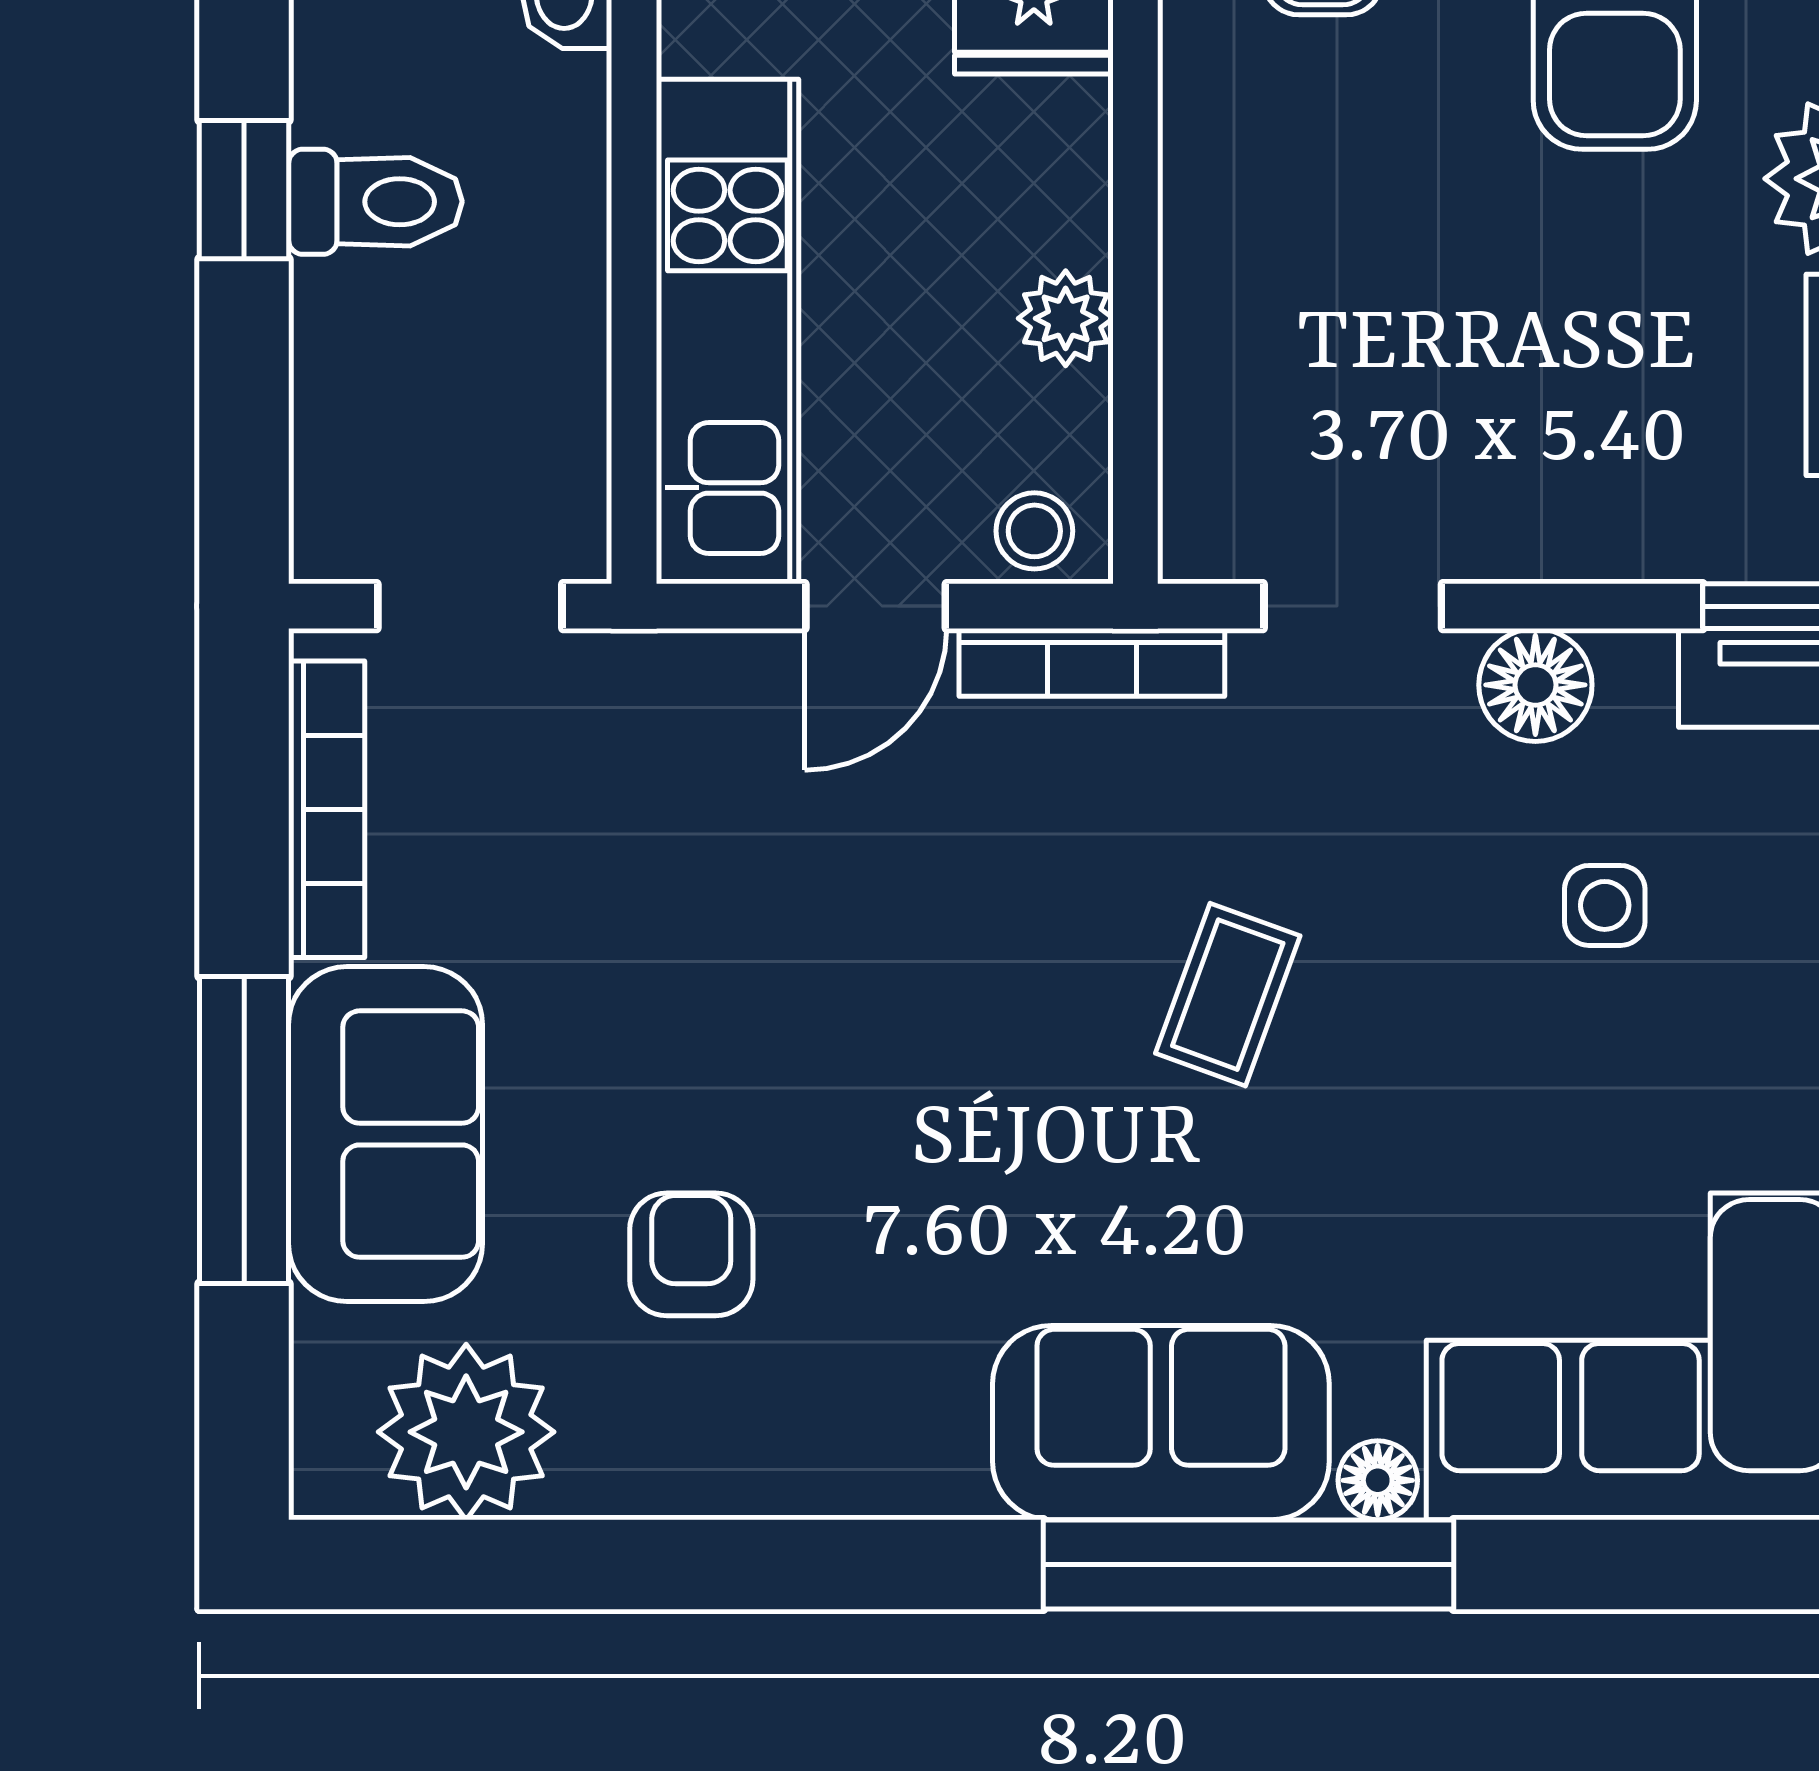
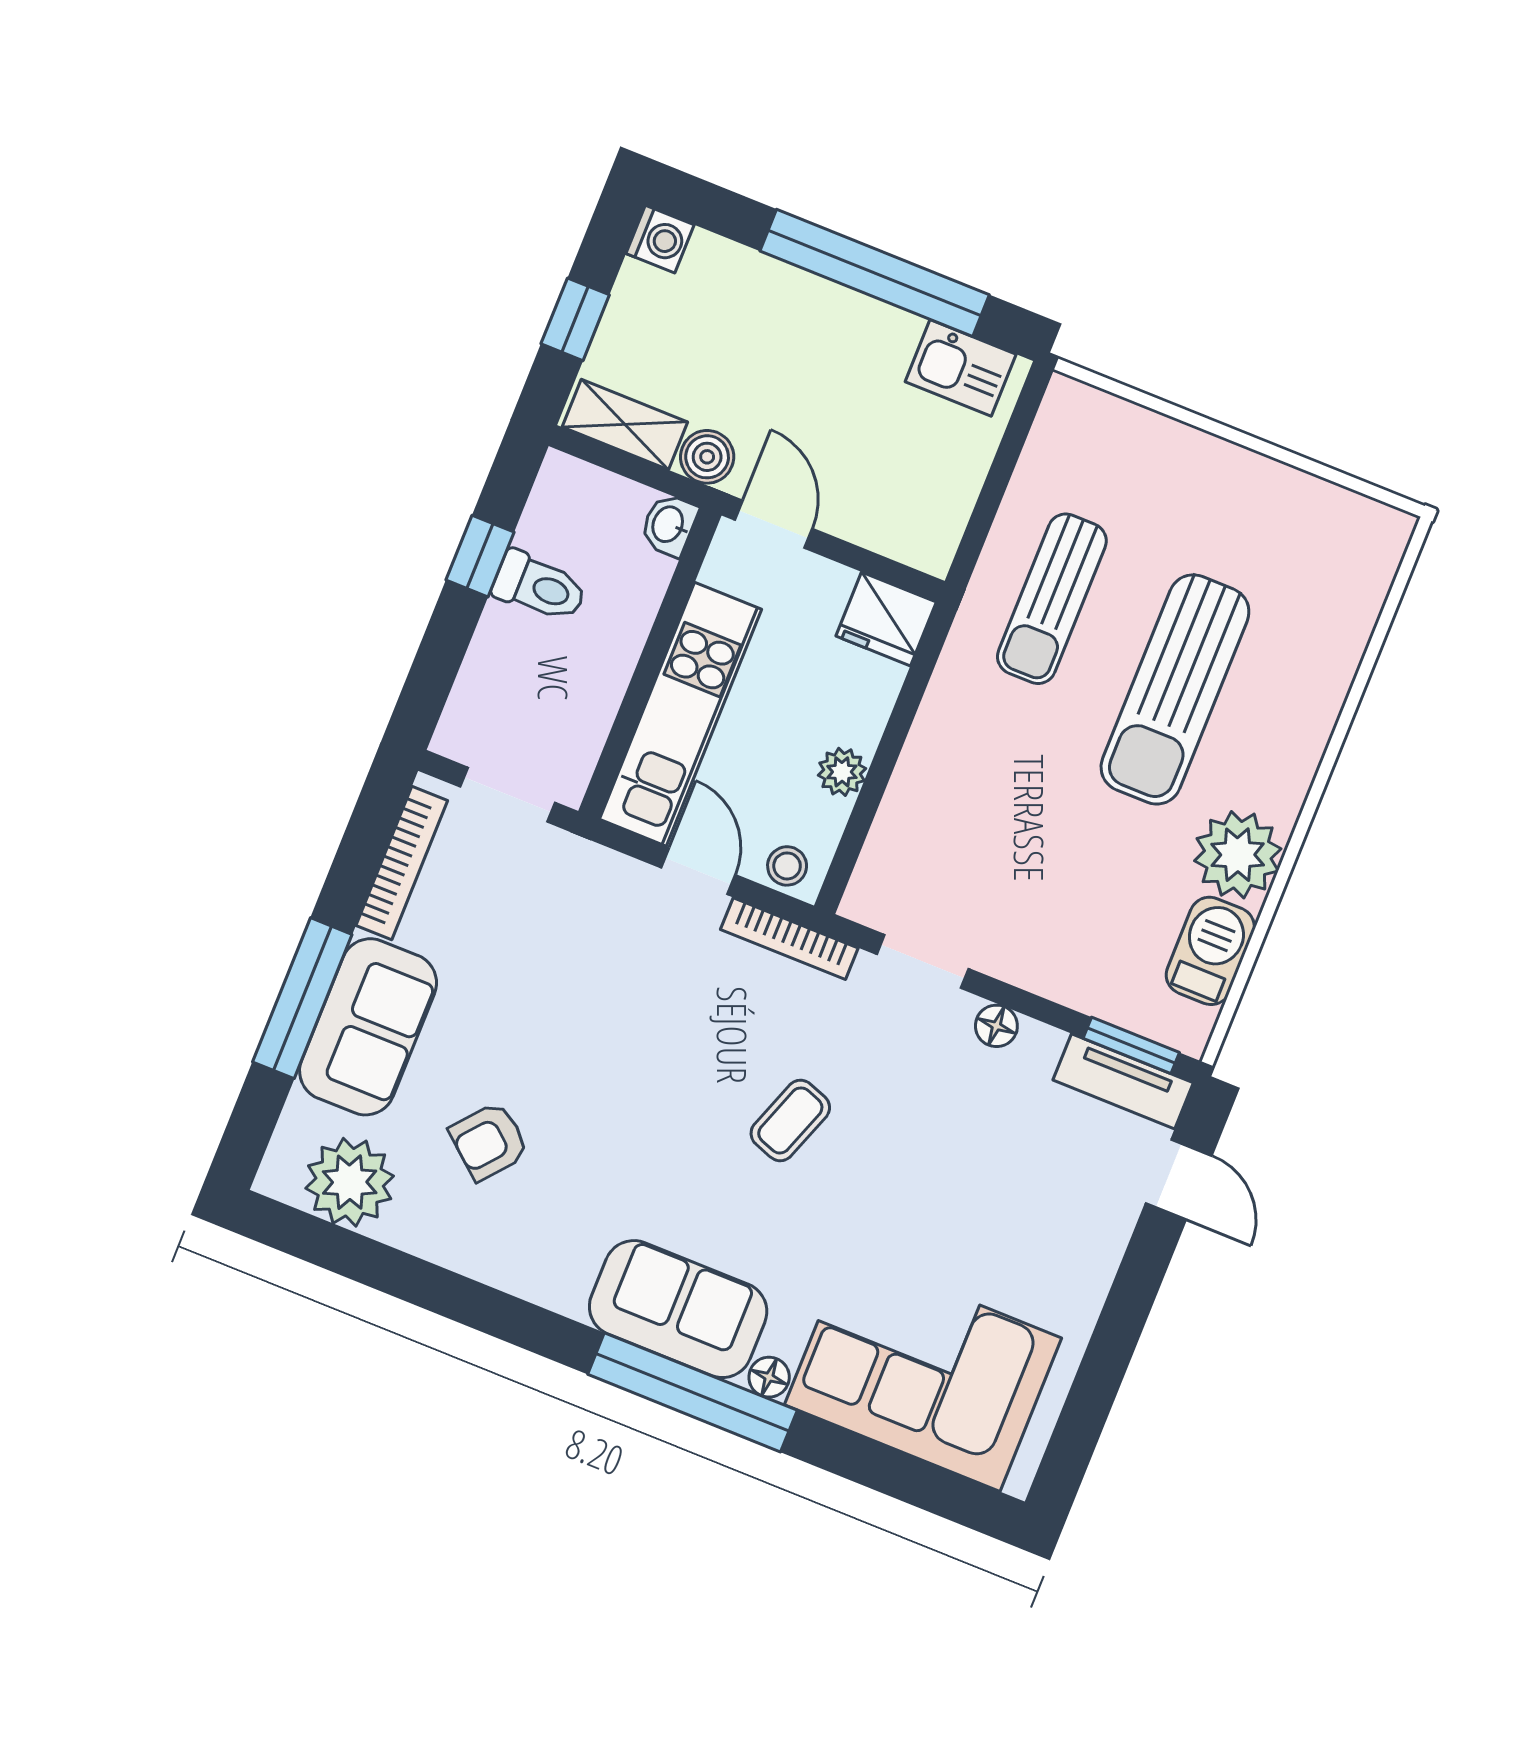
door: (876, 606) -> (698, 871), swing flipped
floor lamp: (1535, 685) -> (996, 1026), width x0.73, depth x0.73
side table: (1605, 905) -> (984, 1150), removed
armchair: (691, 1254) -> (489, 1141), turned -140

